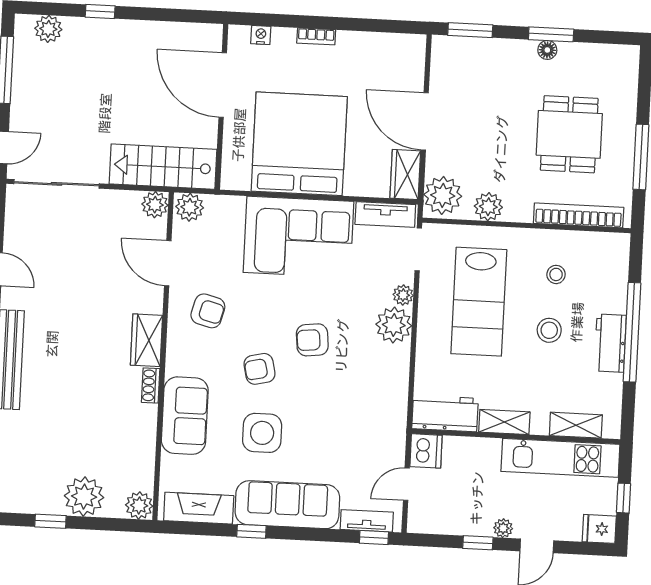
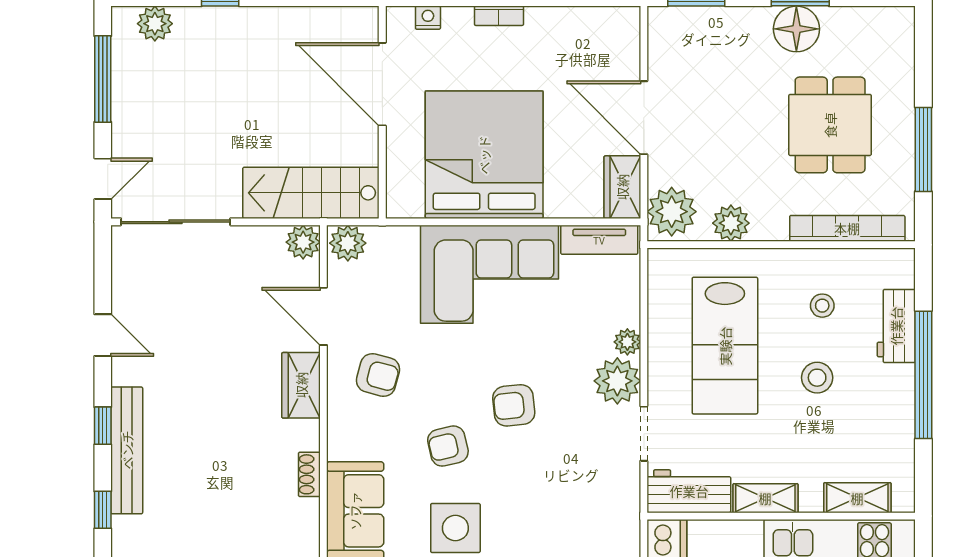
floor lamp: (547, 50) -> (796, 29), width x1.89, depth x1.89
doorway: (418, 249) -> (644, 434), moved
wardrobe: (146, 340) -> (301, 385), moved
workbench: (610, 343) -> (896, 326), moved

